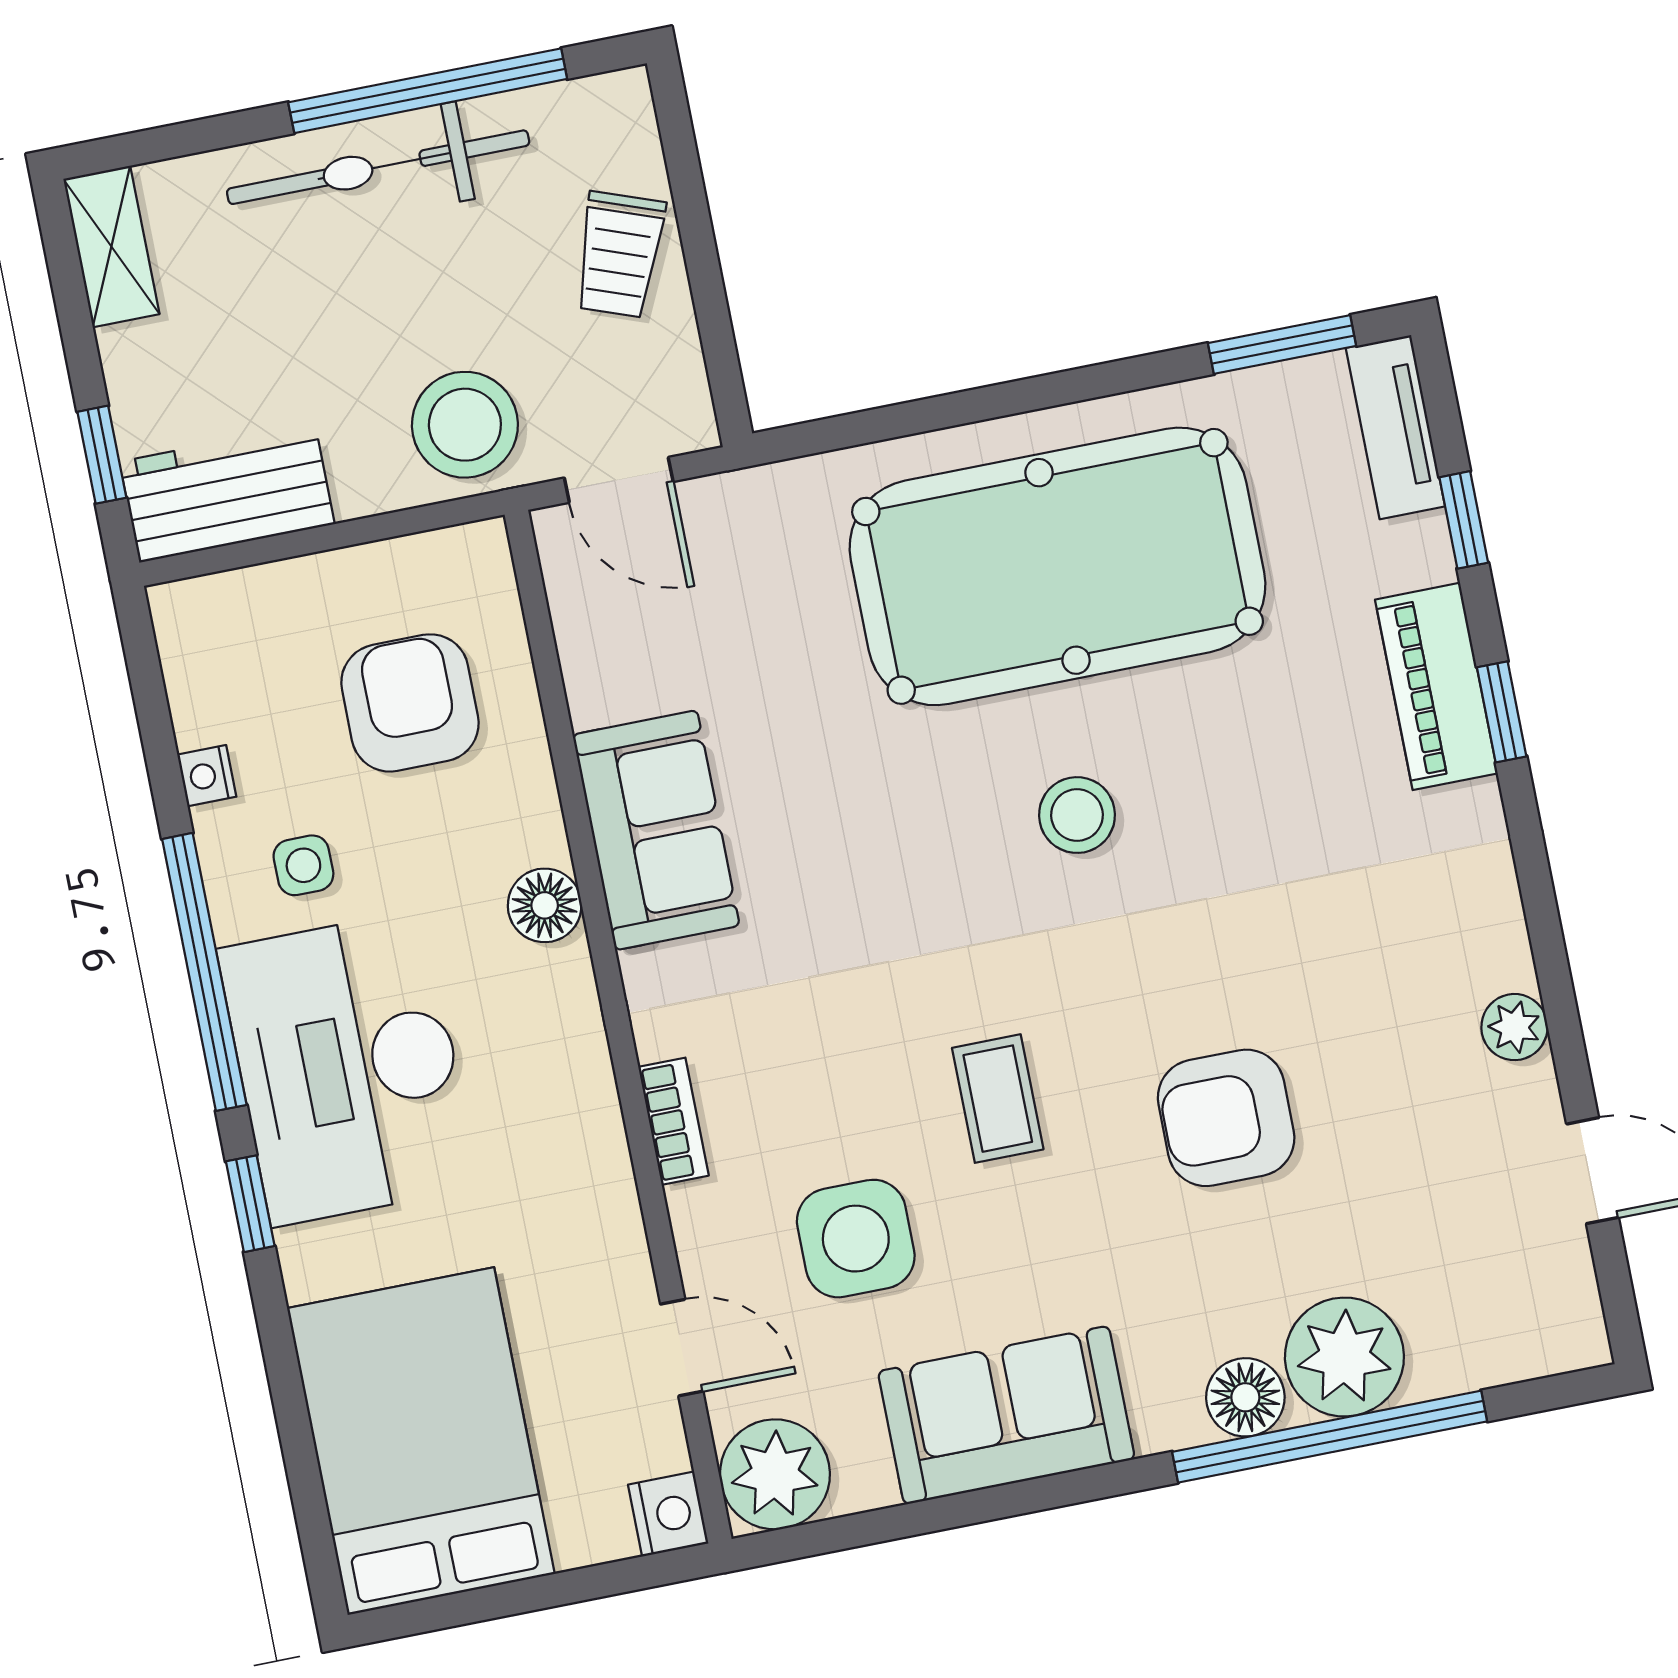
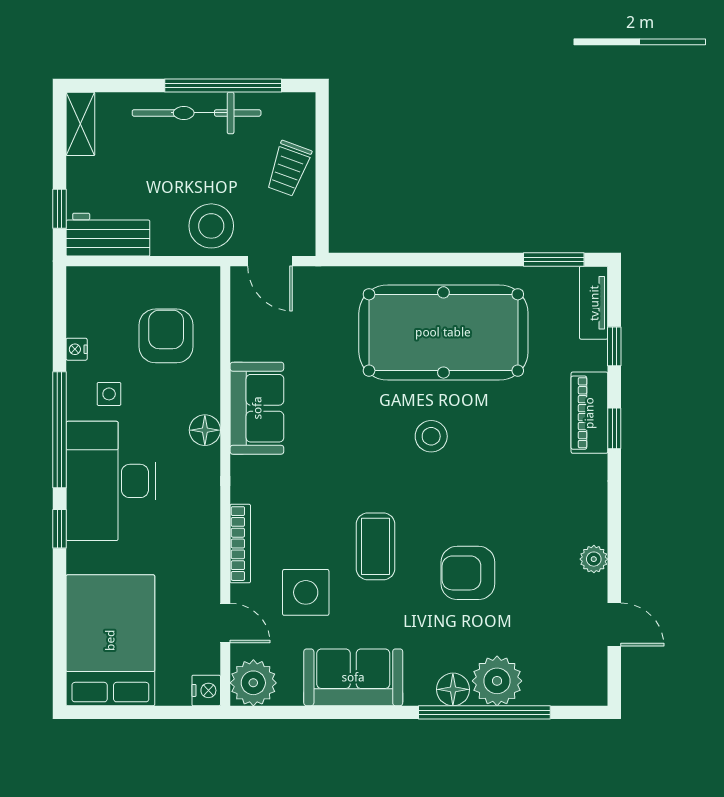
coffee table: (998, 1099) -> (376, 546), width x1.36, depth x1.30
bookcase: (673, 1121) -> (240, 544), width x1.56

